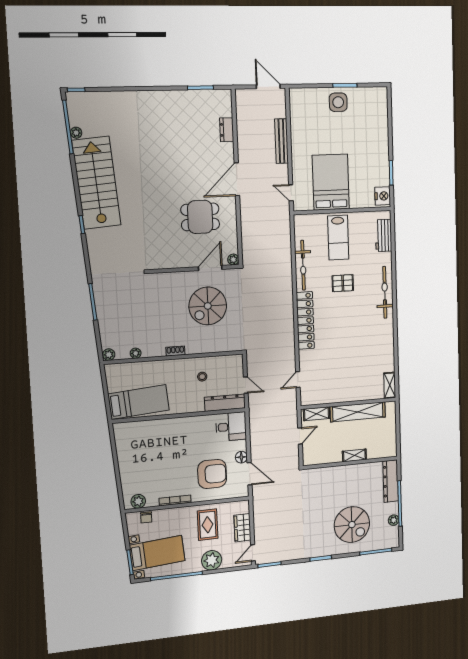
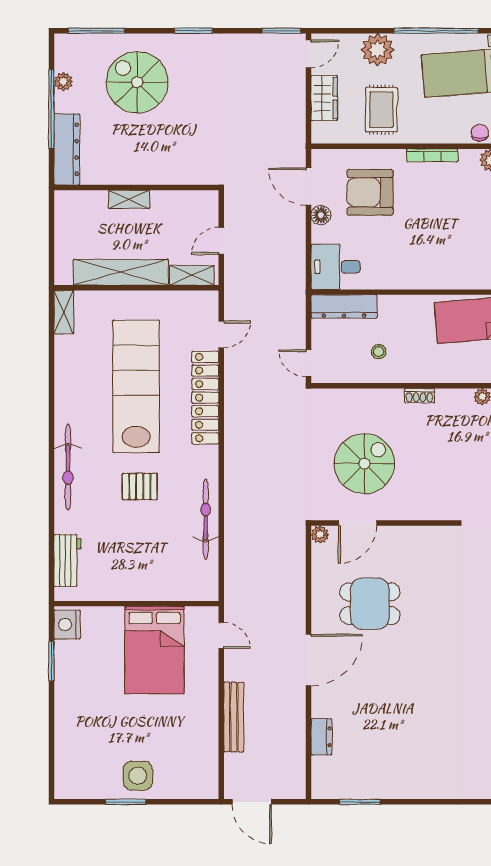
lab bench: (338, 238) -> (136, 386), moved, width x1.86, depth x1.39
locker: (305, 321) -> (205, 398), moved
door: (246, 385) -> (308, 363), moved

